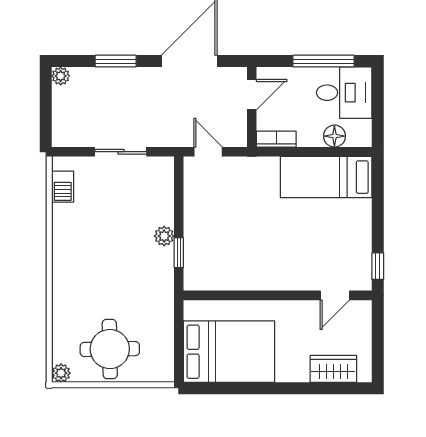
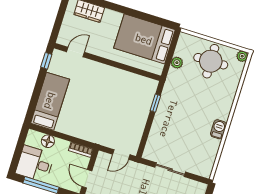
door: (252, 95) -> (87, 179), hinge flipped
door: (208, 152) -> (121, 154), hinge flipped
bed: (326, 177) -> (50, 101), moved, turned -90
barbecue: (63, 187) -> (218, 129), moved
plant: (164, 236) -> (177, 63), moved

